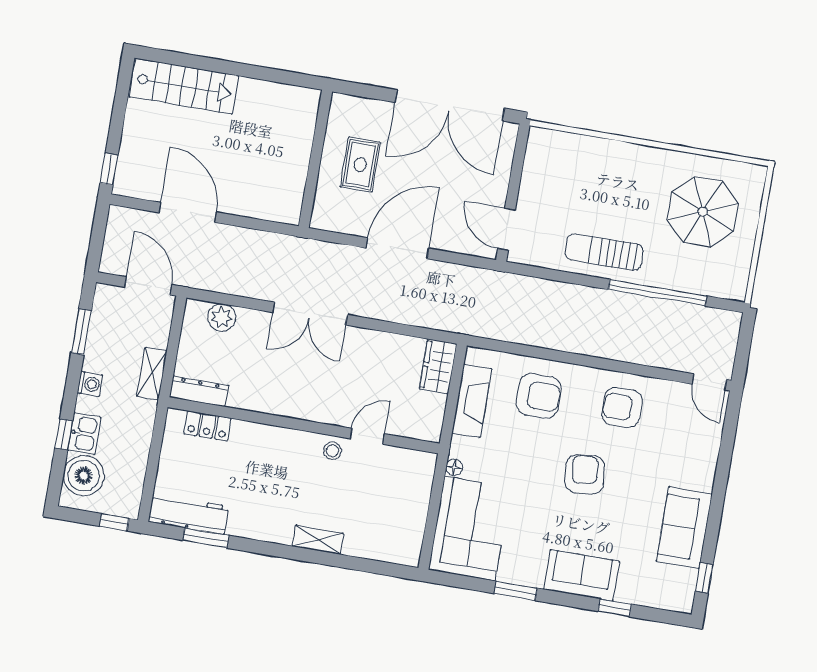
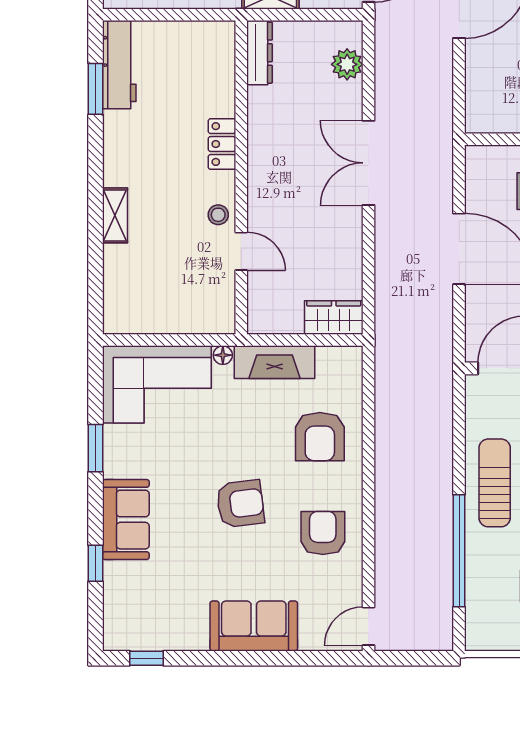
fireplace: (472, 401) -> (275, 362), moved
locker: (208, 426) -> (222, 144), moved
sofa: (684, 528) -> (254, 626), moved

